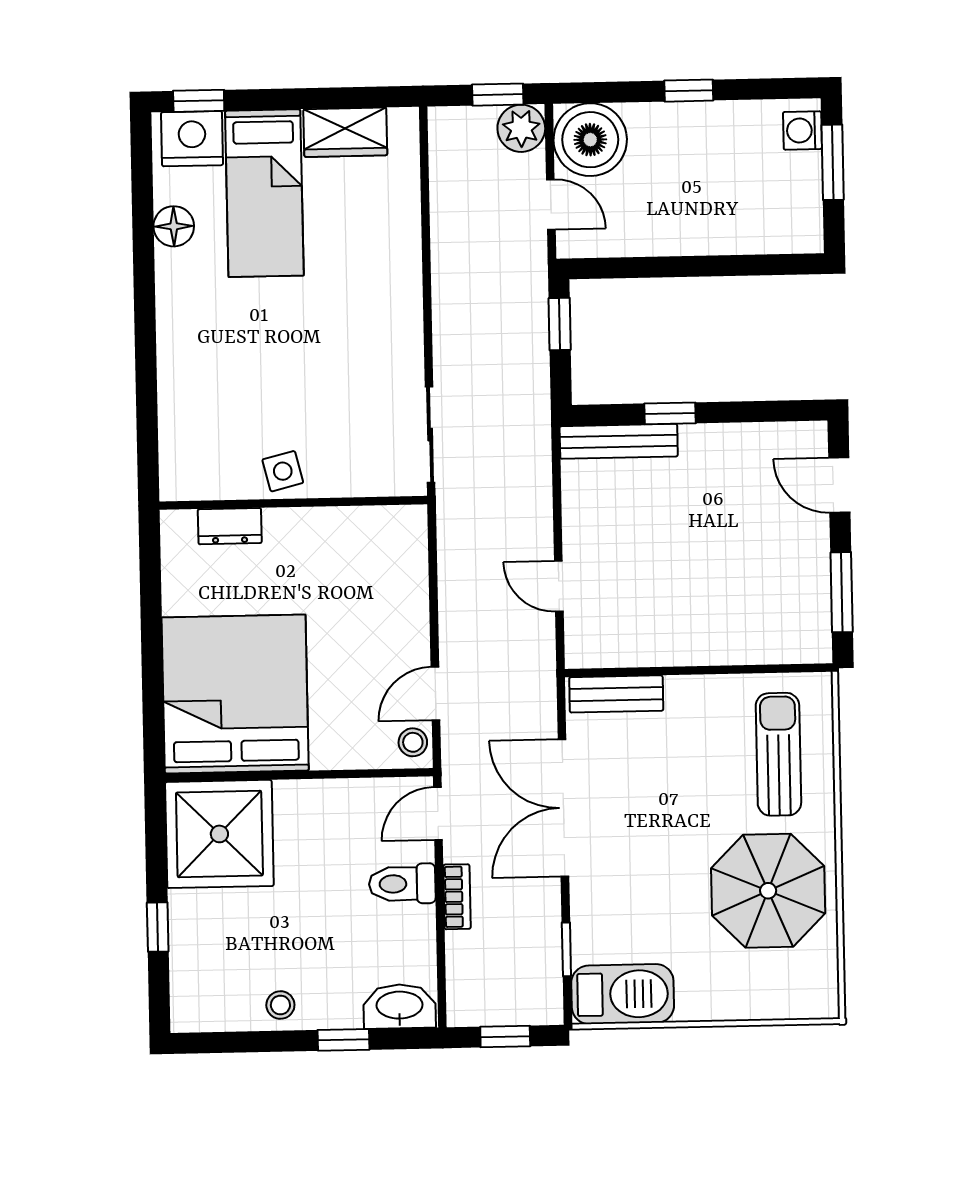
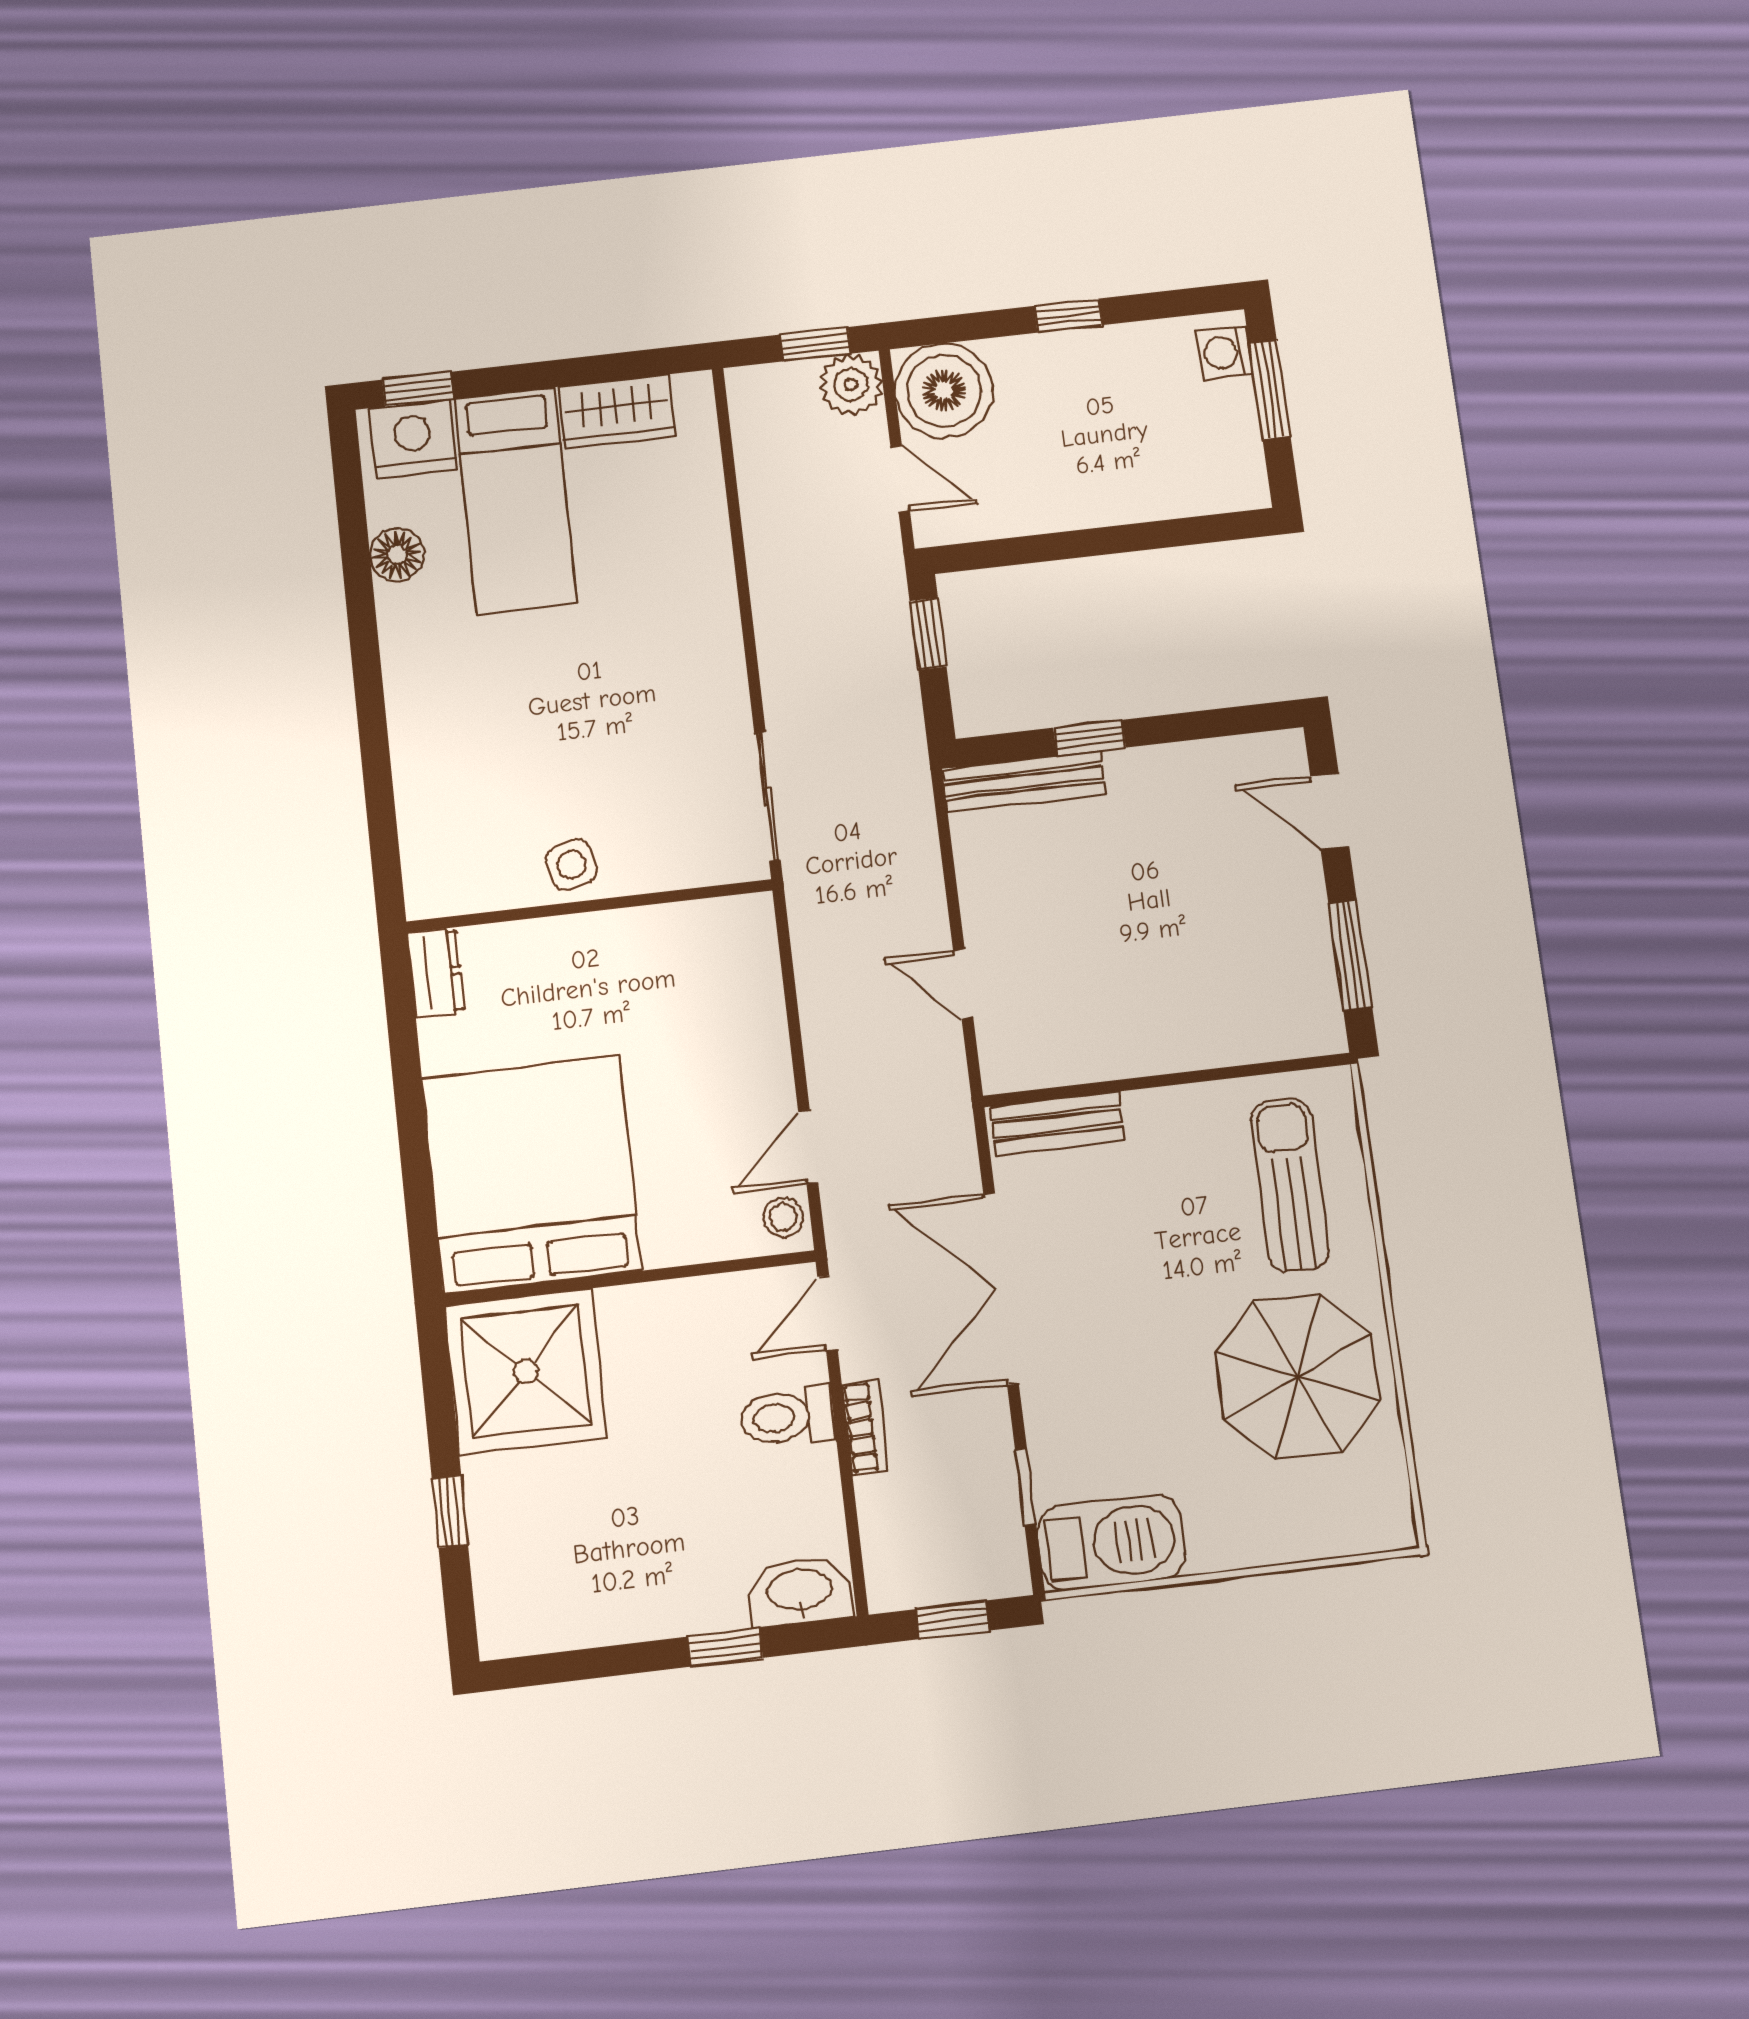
dresser: (230, 526) -> (436, 973), moved, turned -90
stool: (280, 1005) -> (632, 1606), removed

